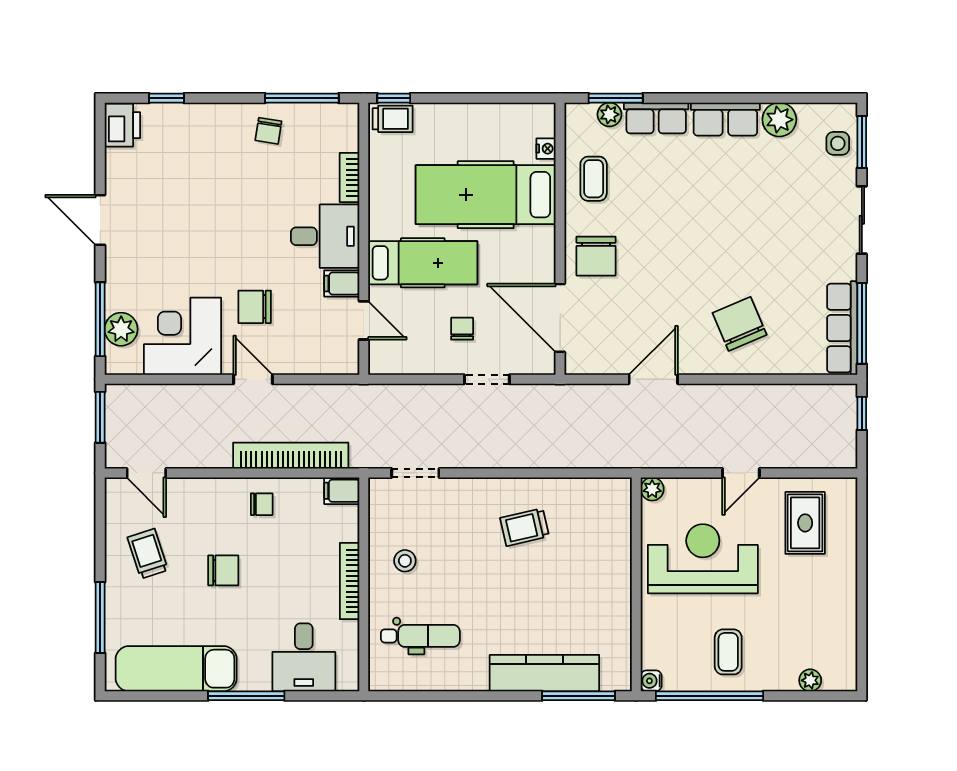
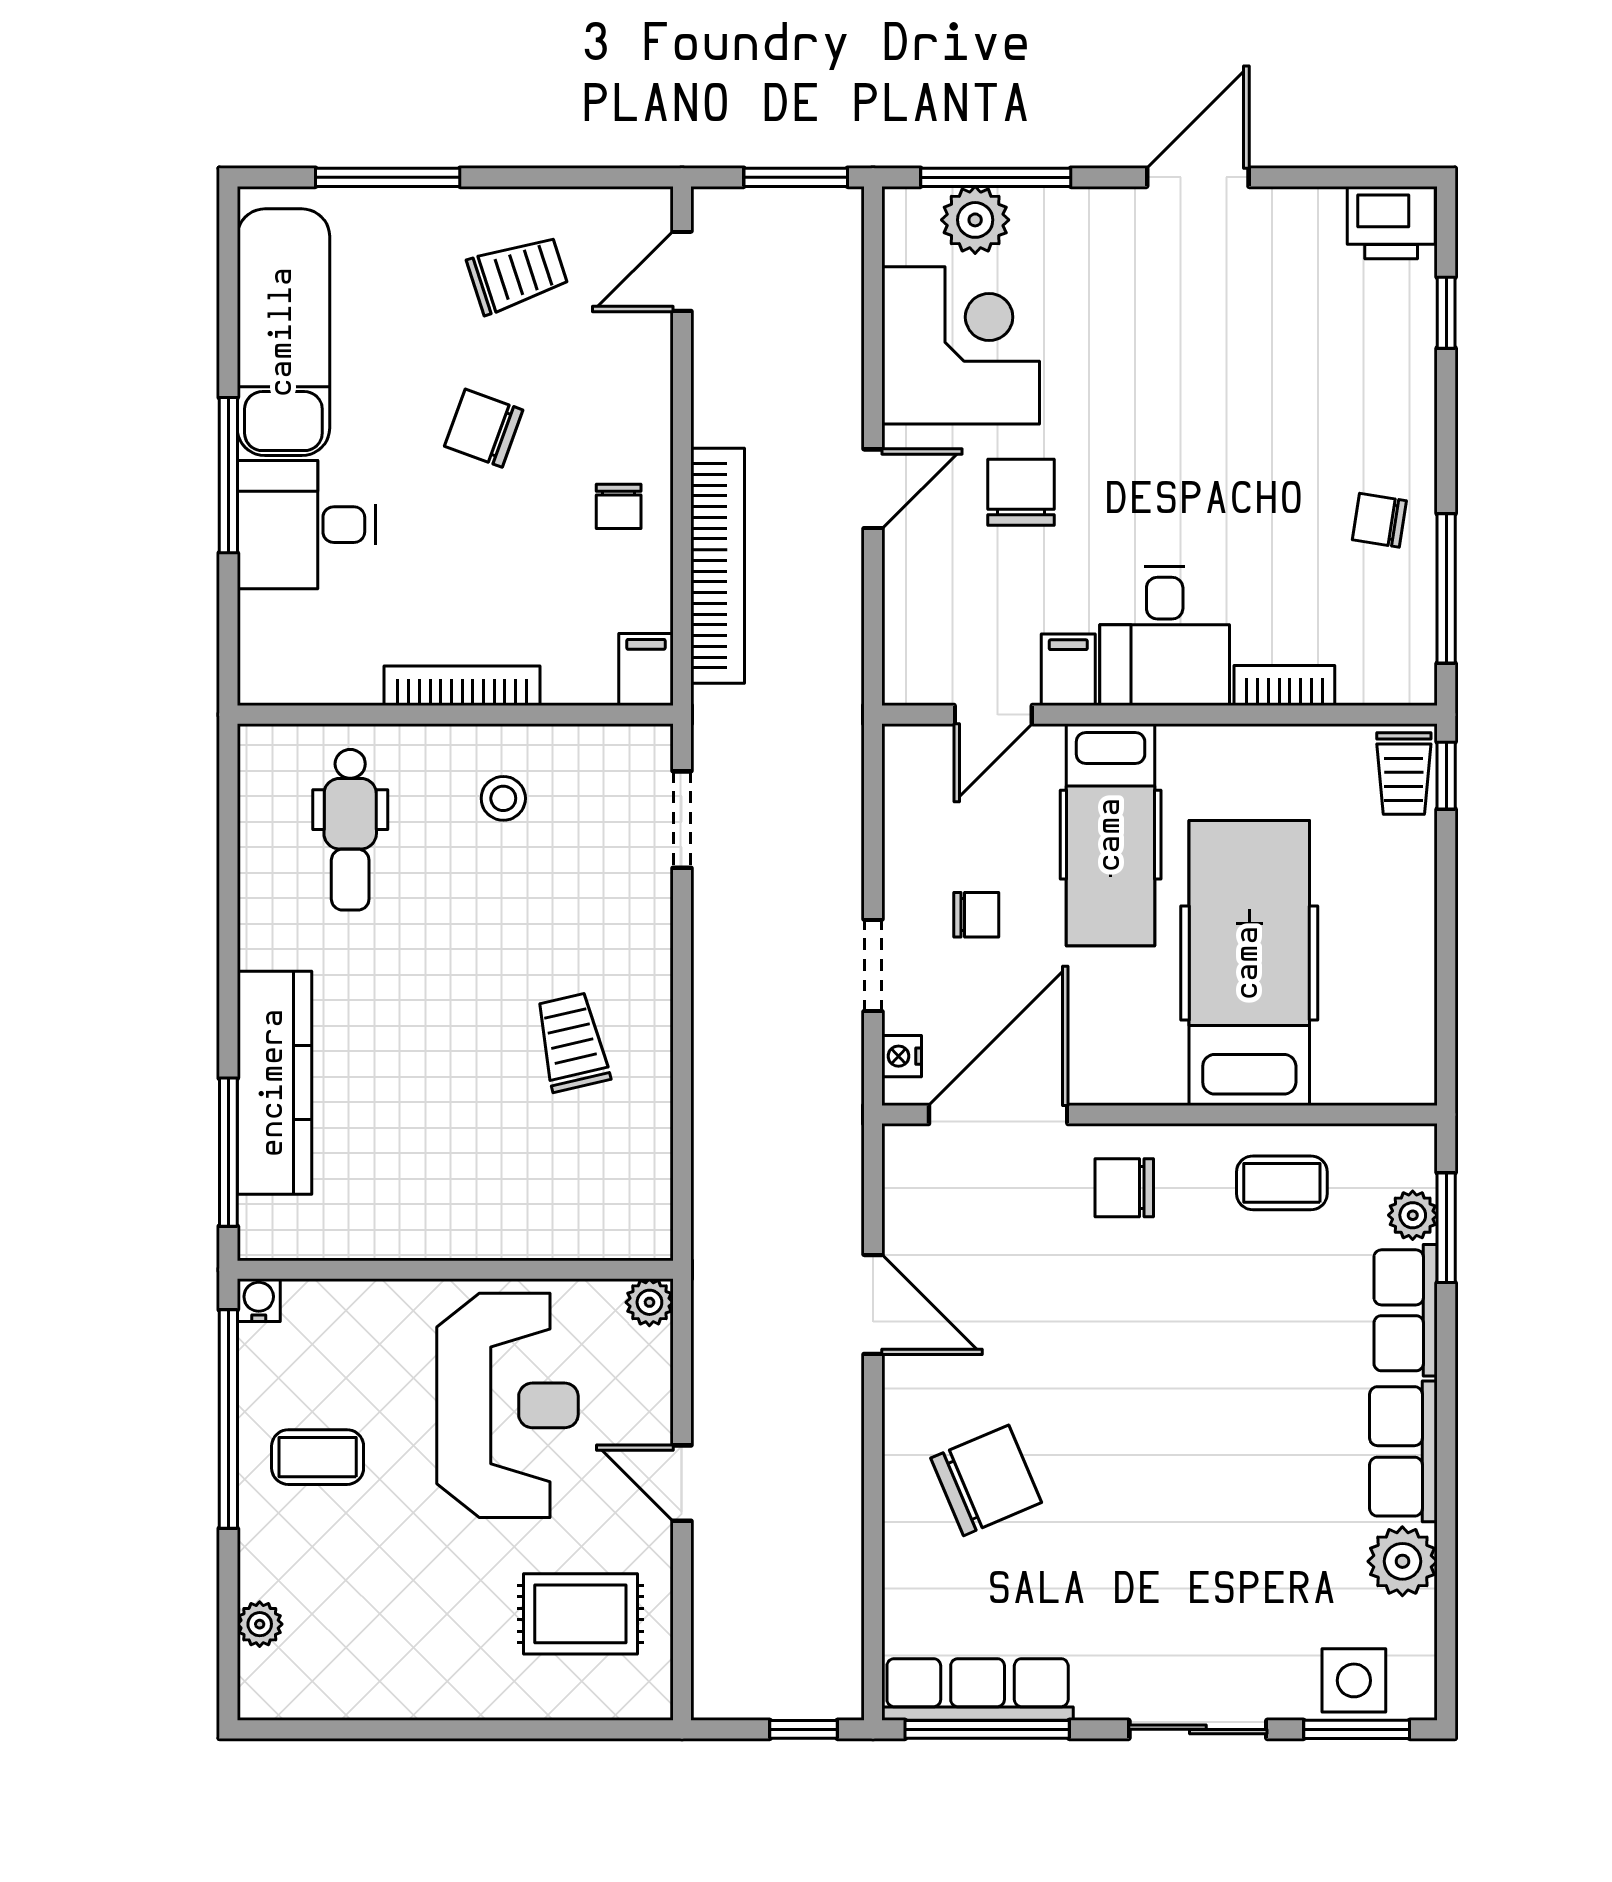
side table: (838, 143) -> (1354, 1680), width x1.37, depth x1.37
nightstand: (546, 149) -> (902, 1056), moved, turned 90
chair: (596, 256) -> (1124, 1188), width x0.73, depth x0.73
chair: (223, 570) -> (484, 428), turned 110
desk: (304, 657) -> (306, 525), moved

